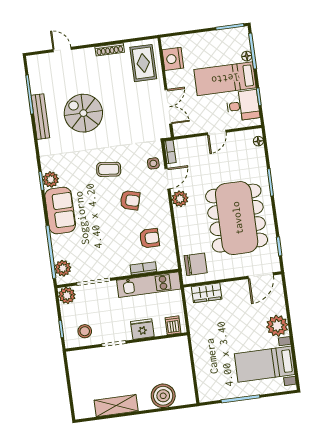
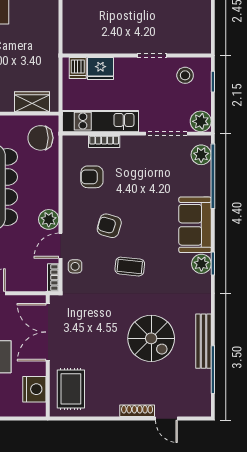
shoe rack: (110, 49) -> (137, 411), moved
double door: (168, 107) -> (48, 332), width x1.37
fridge: (142, 329) -> (100, 68), moved

